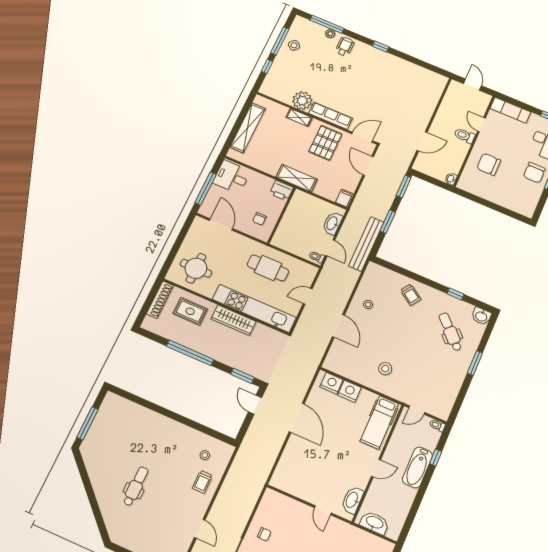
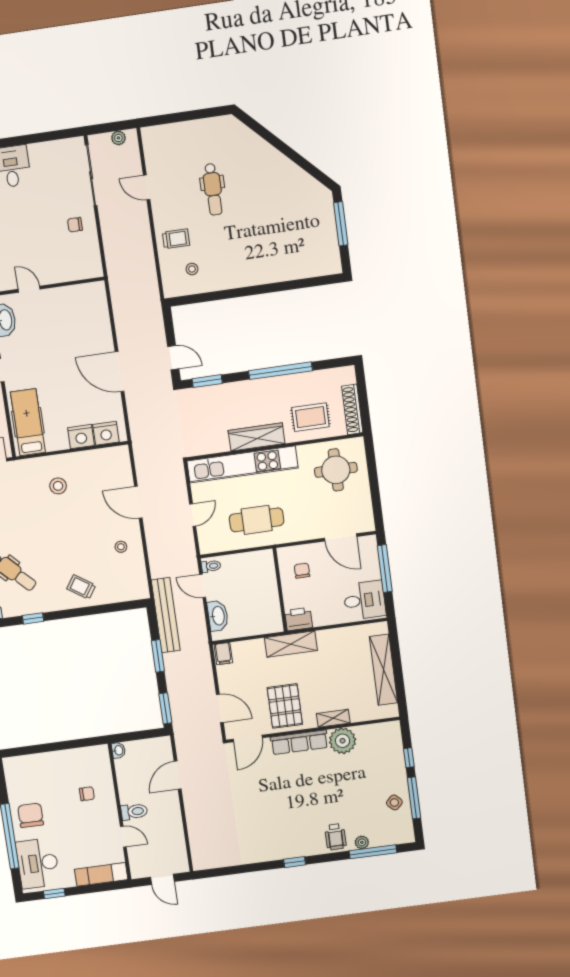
chair: (489, 164) -> (87, 794), width x0.54, depth x0.54
trolley: (202, 482) -> (176, 239), turned 90
dental chair: (136, 486) -> (213, 189), moved

